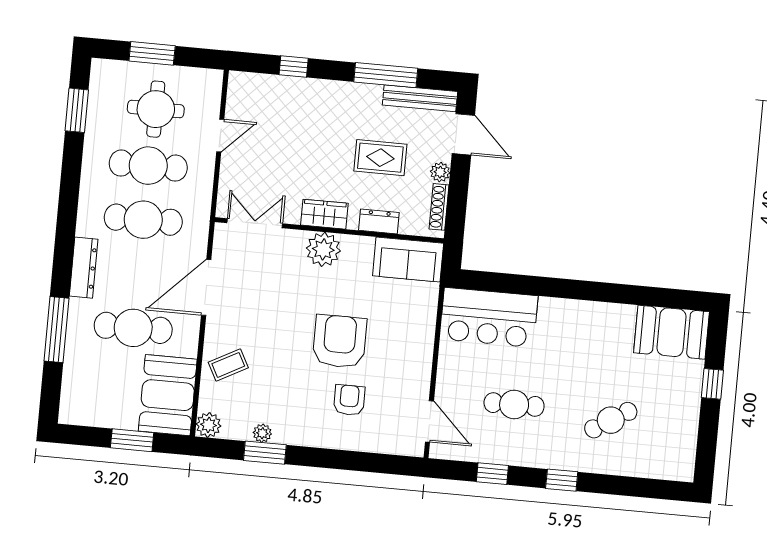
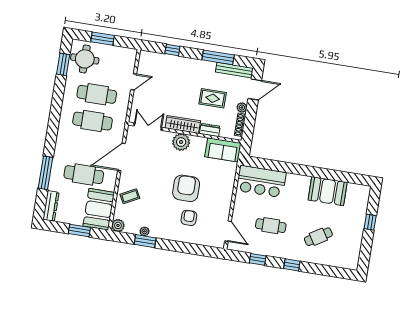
round table: (156, 109) -> (85, 59), moved
door: (463, 134) -> (255, 89), hinge flipped
wardrobe: (324, 214) -> (183, 124), width x1.50
dresser: (84, 268) -> (51, 206), moved
booth: (671, 332) -> (328, 191), moved

